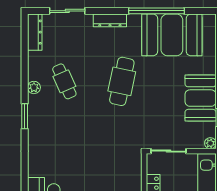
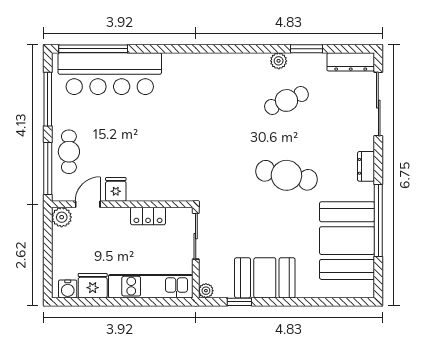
sliding door: (67, 11) -> (378, 104), width x1.37
dresser: (110, 20) -> (366, 166), width x0.70
window: (25, 116) -> (307, 49), moved

